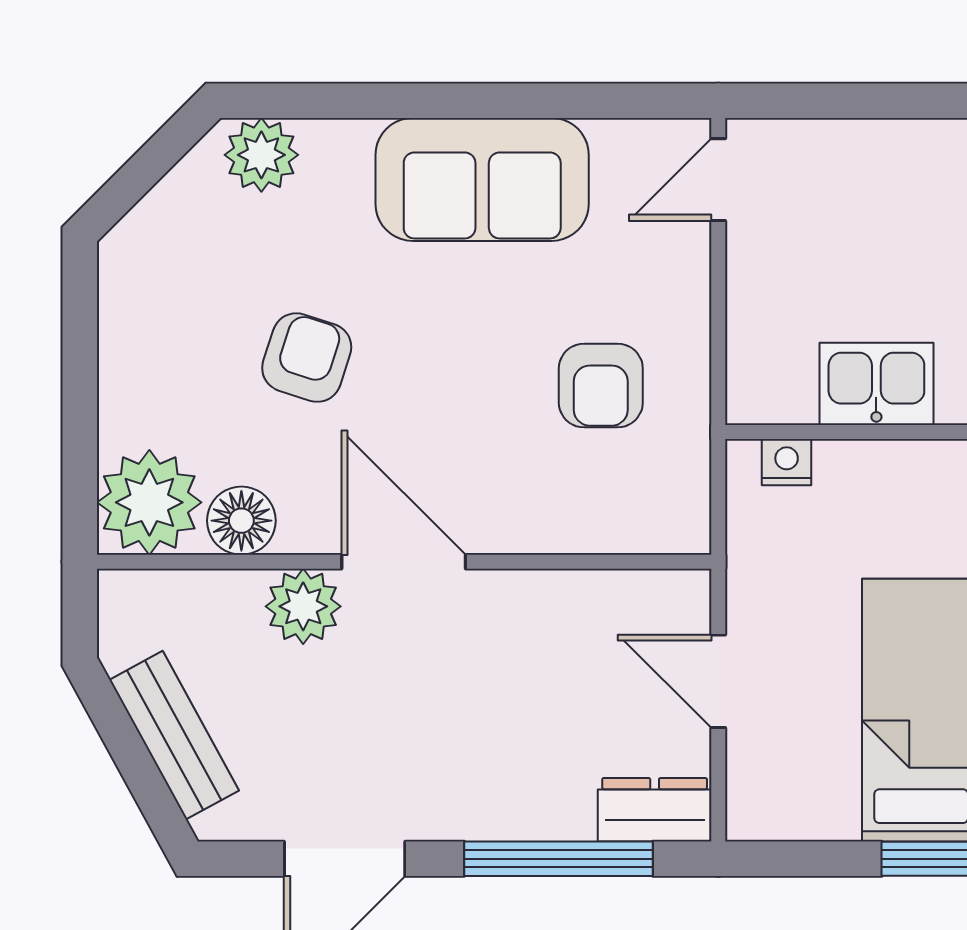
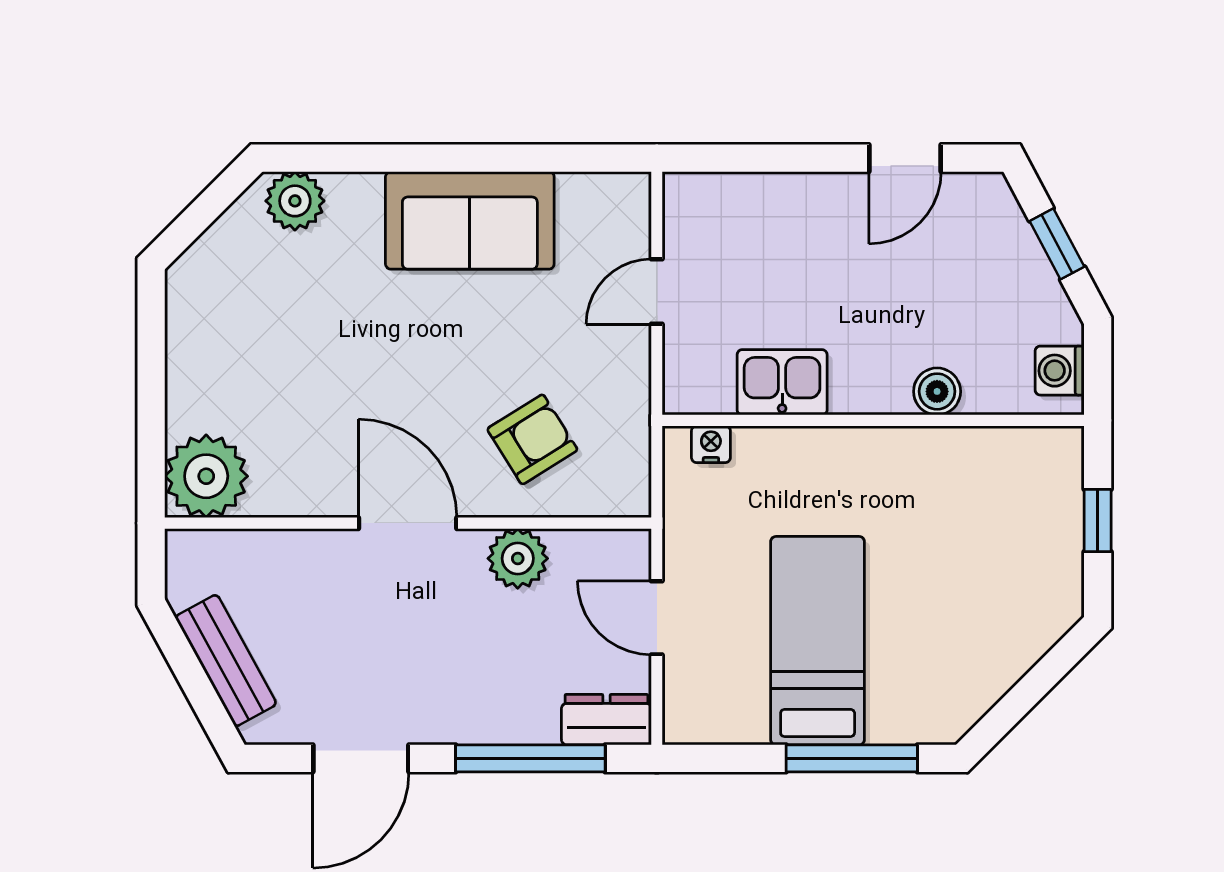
door: (718, 180) -> (657, 292), moved
armchair: (307, 358) -> (331, 361), removed
armchair: (601, 386) -> (532, 439), moved, turned -122
floor lamp: (241, 521) -> (279, 491), removed
plant: (303, 606) -> (518, 558), moved

